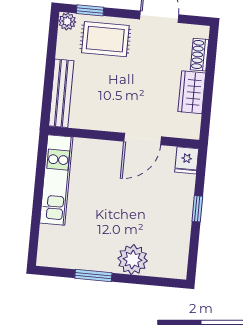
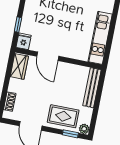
wardrobe: (192, 92) -> (19, 66), moved
door: (143, 139) -> (48, 56), swing flipped
window: (197, 209) -> (18, 25), moved

